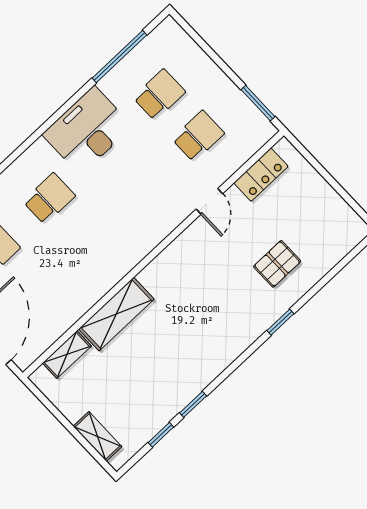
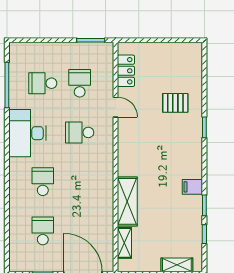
school desk: (159, 95) -> (43, 83), turned -90
school desk: (143, 188) -> (80, 132), added
pallet: (277, 264) -> (175, 103), turned 90
filing cabinet: (201, 372) -> (192, 187), added

